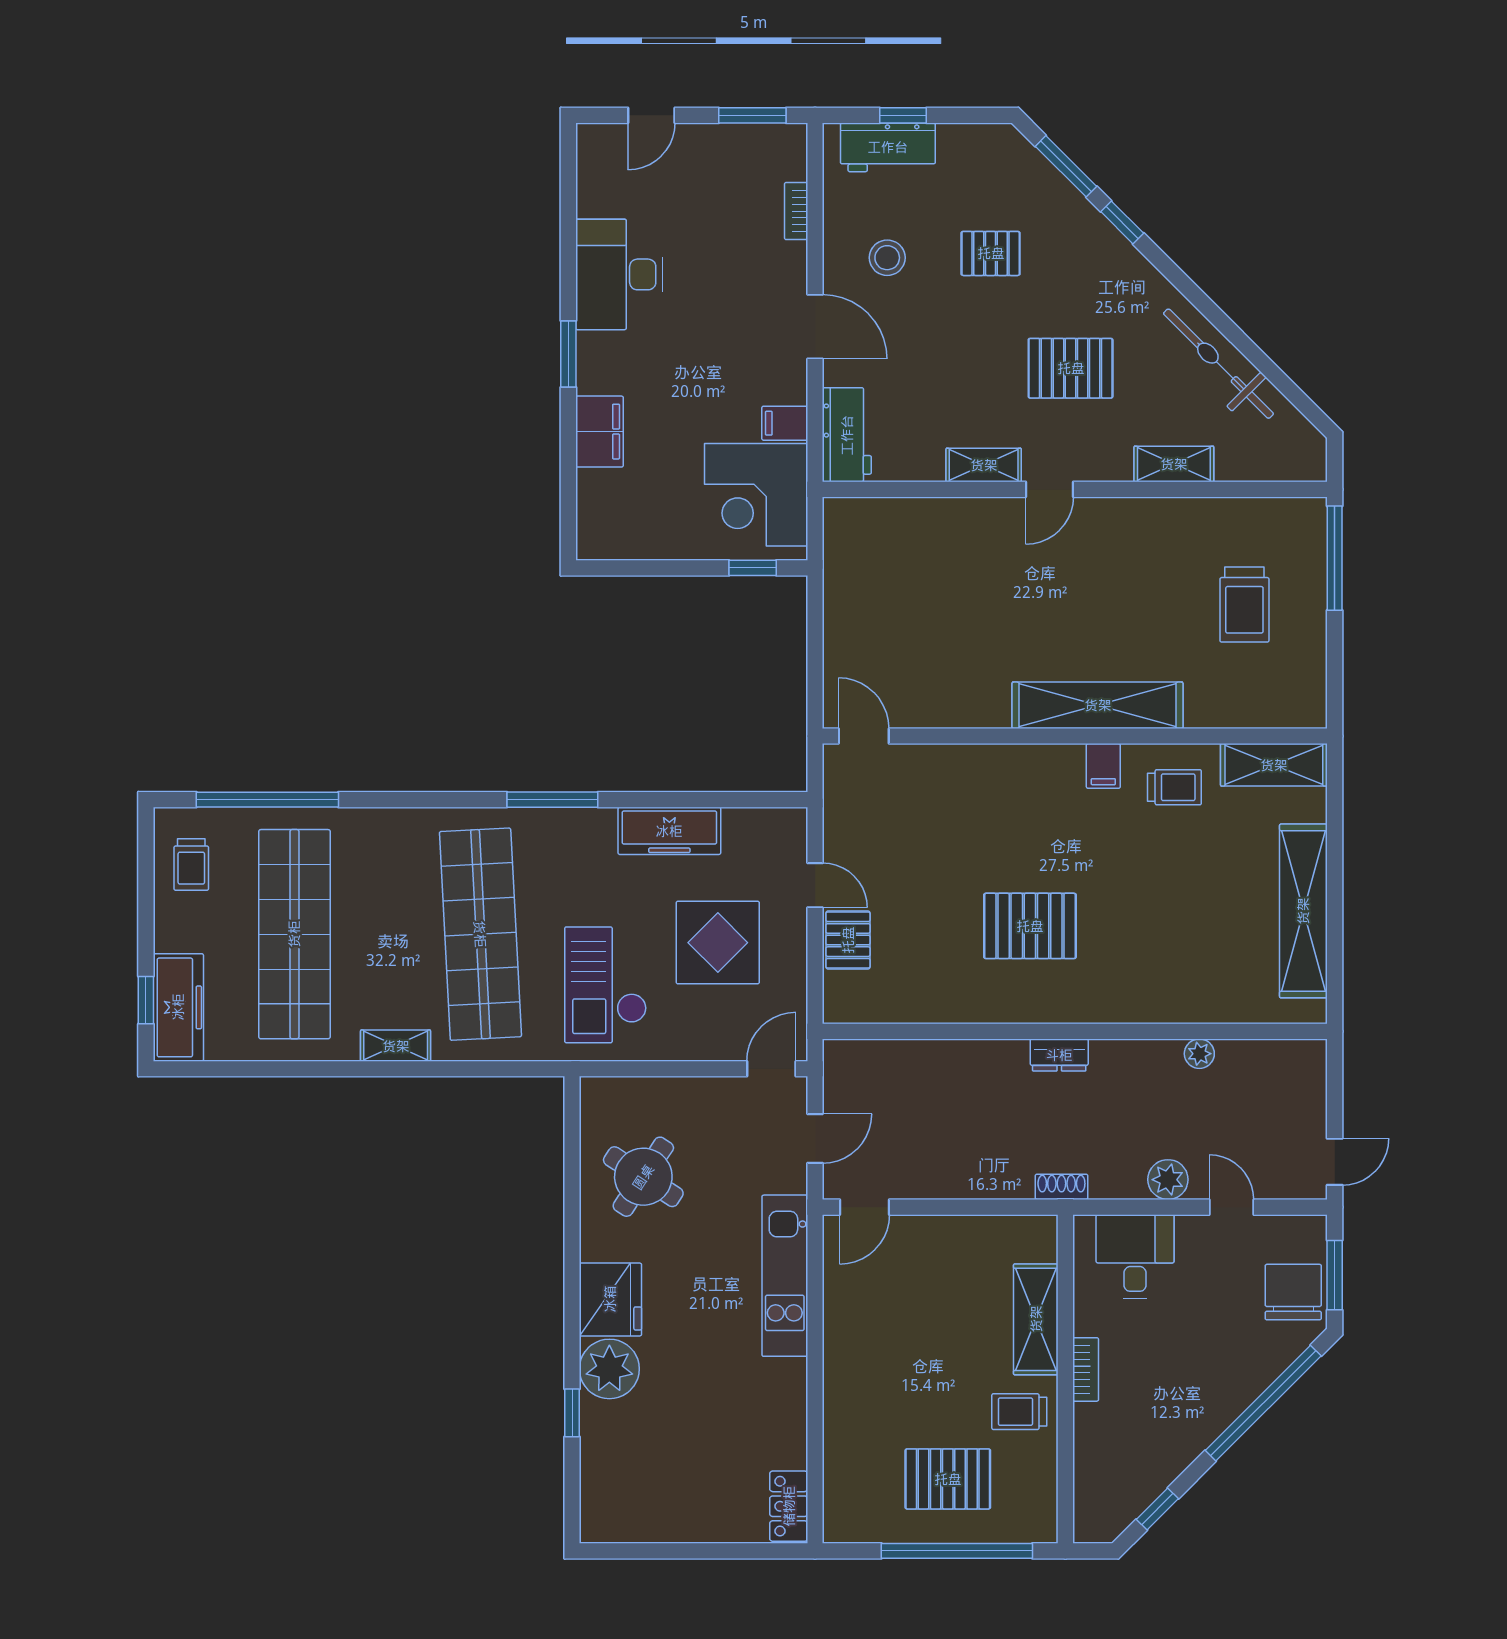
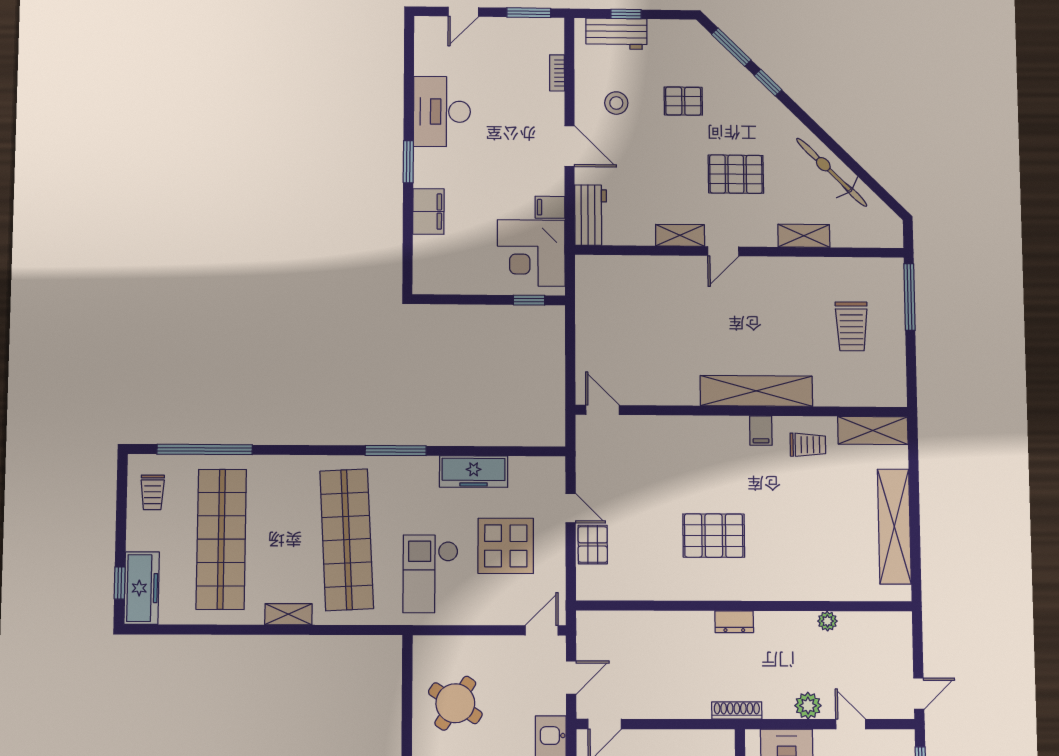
shoe rack: (1061, 1187) -> (737, 710), width x1.43

